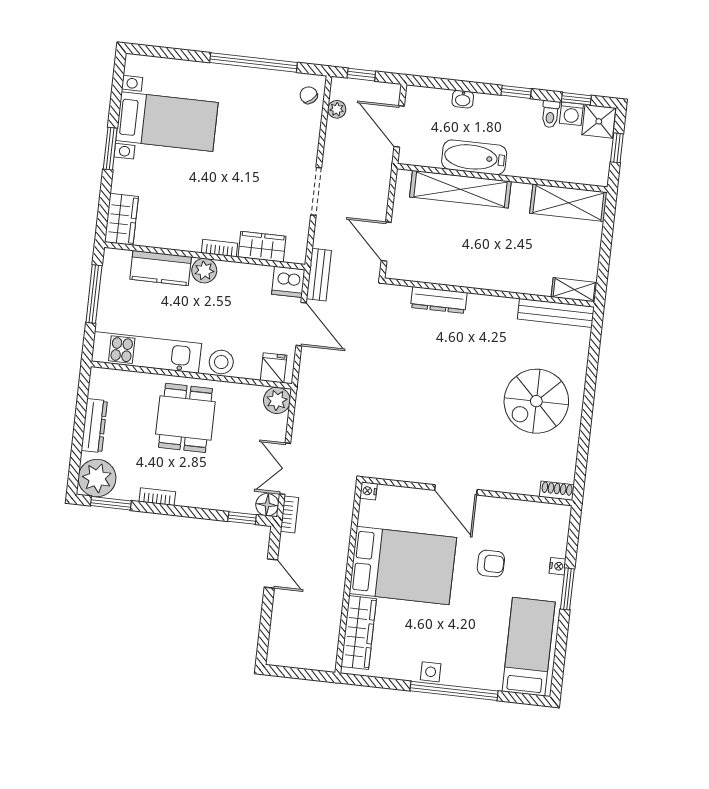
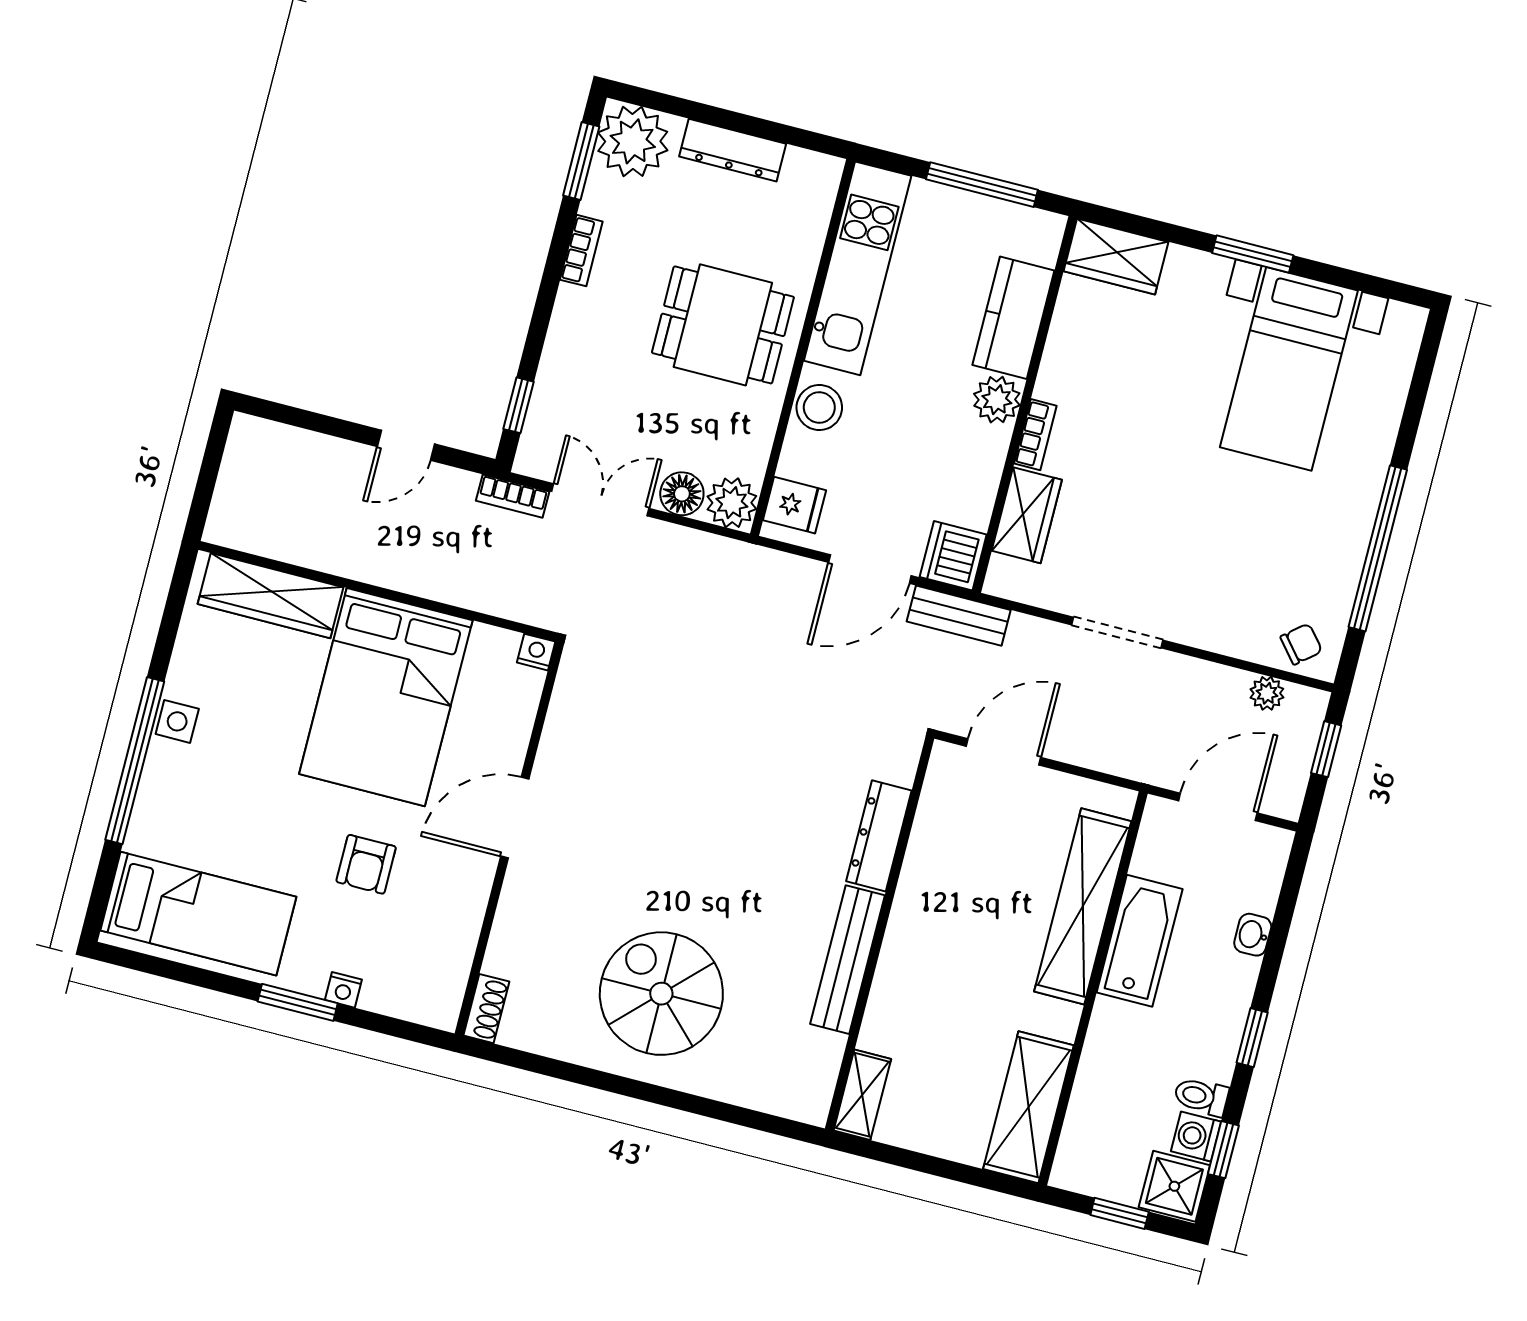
bench: (556, 313) -> (847, 960), moved
floor lamp: (267, 505) -> (682, 494), moved

